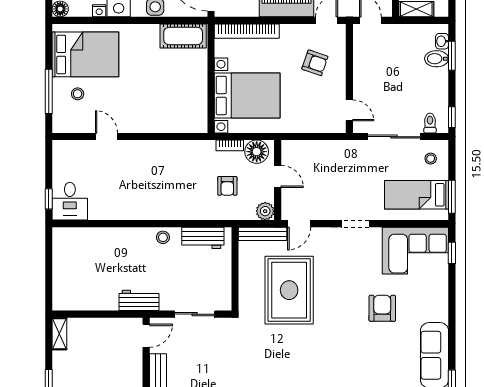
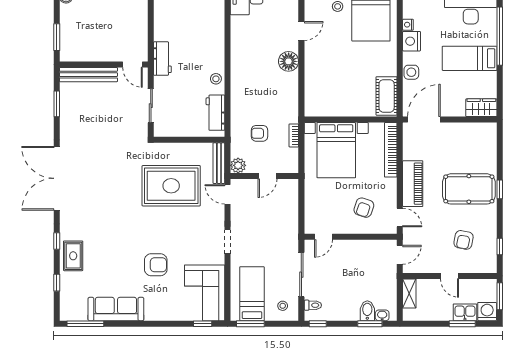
floor lamp: (257, 152) -> (289, 61), moved

